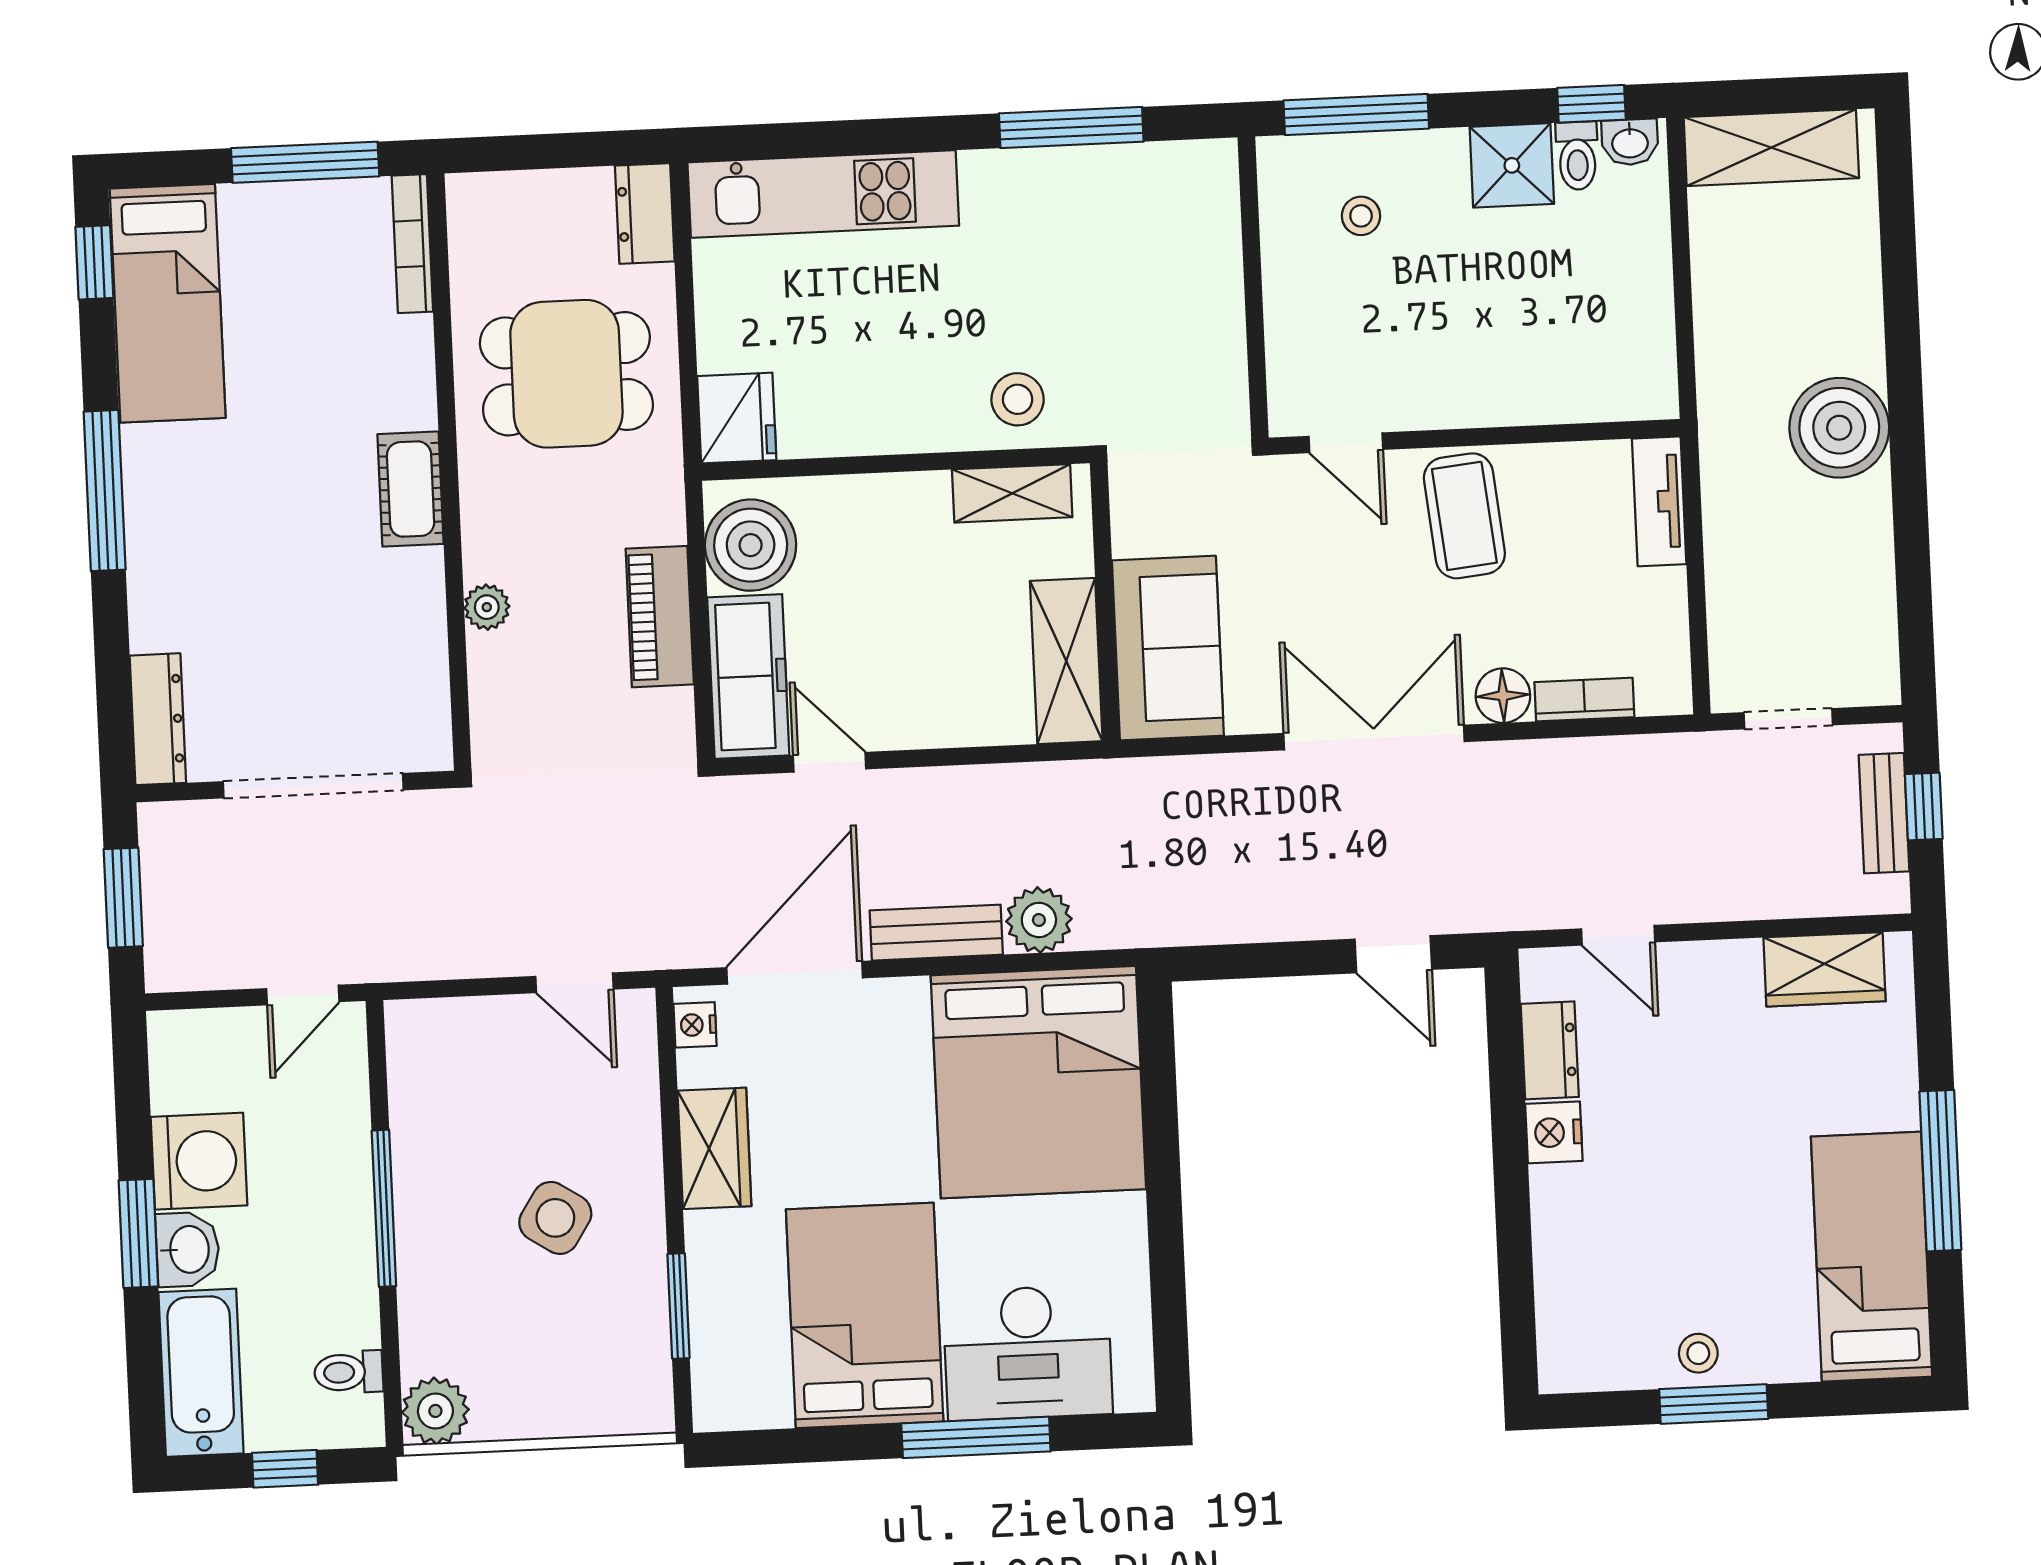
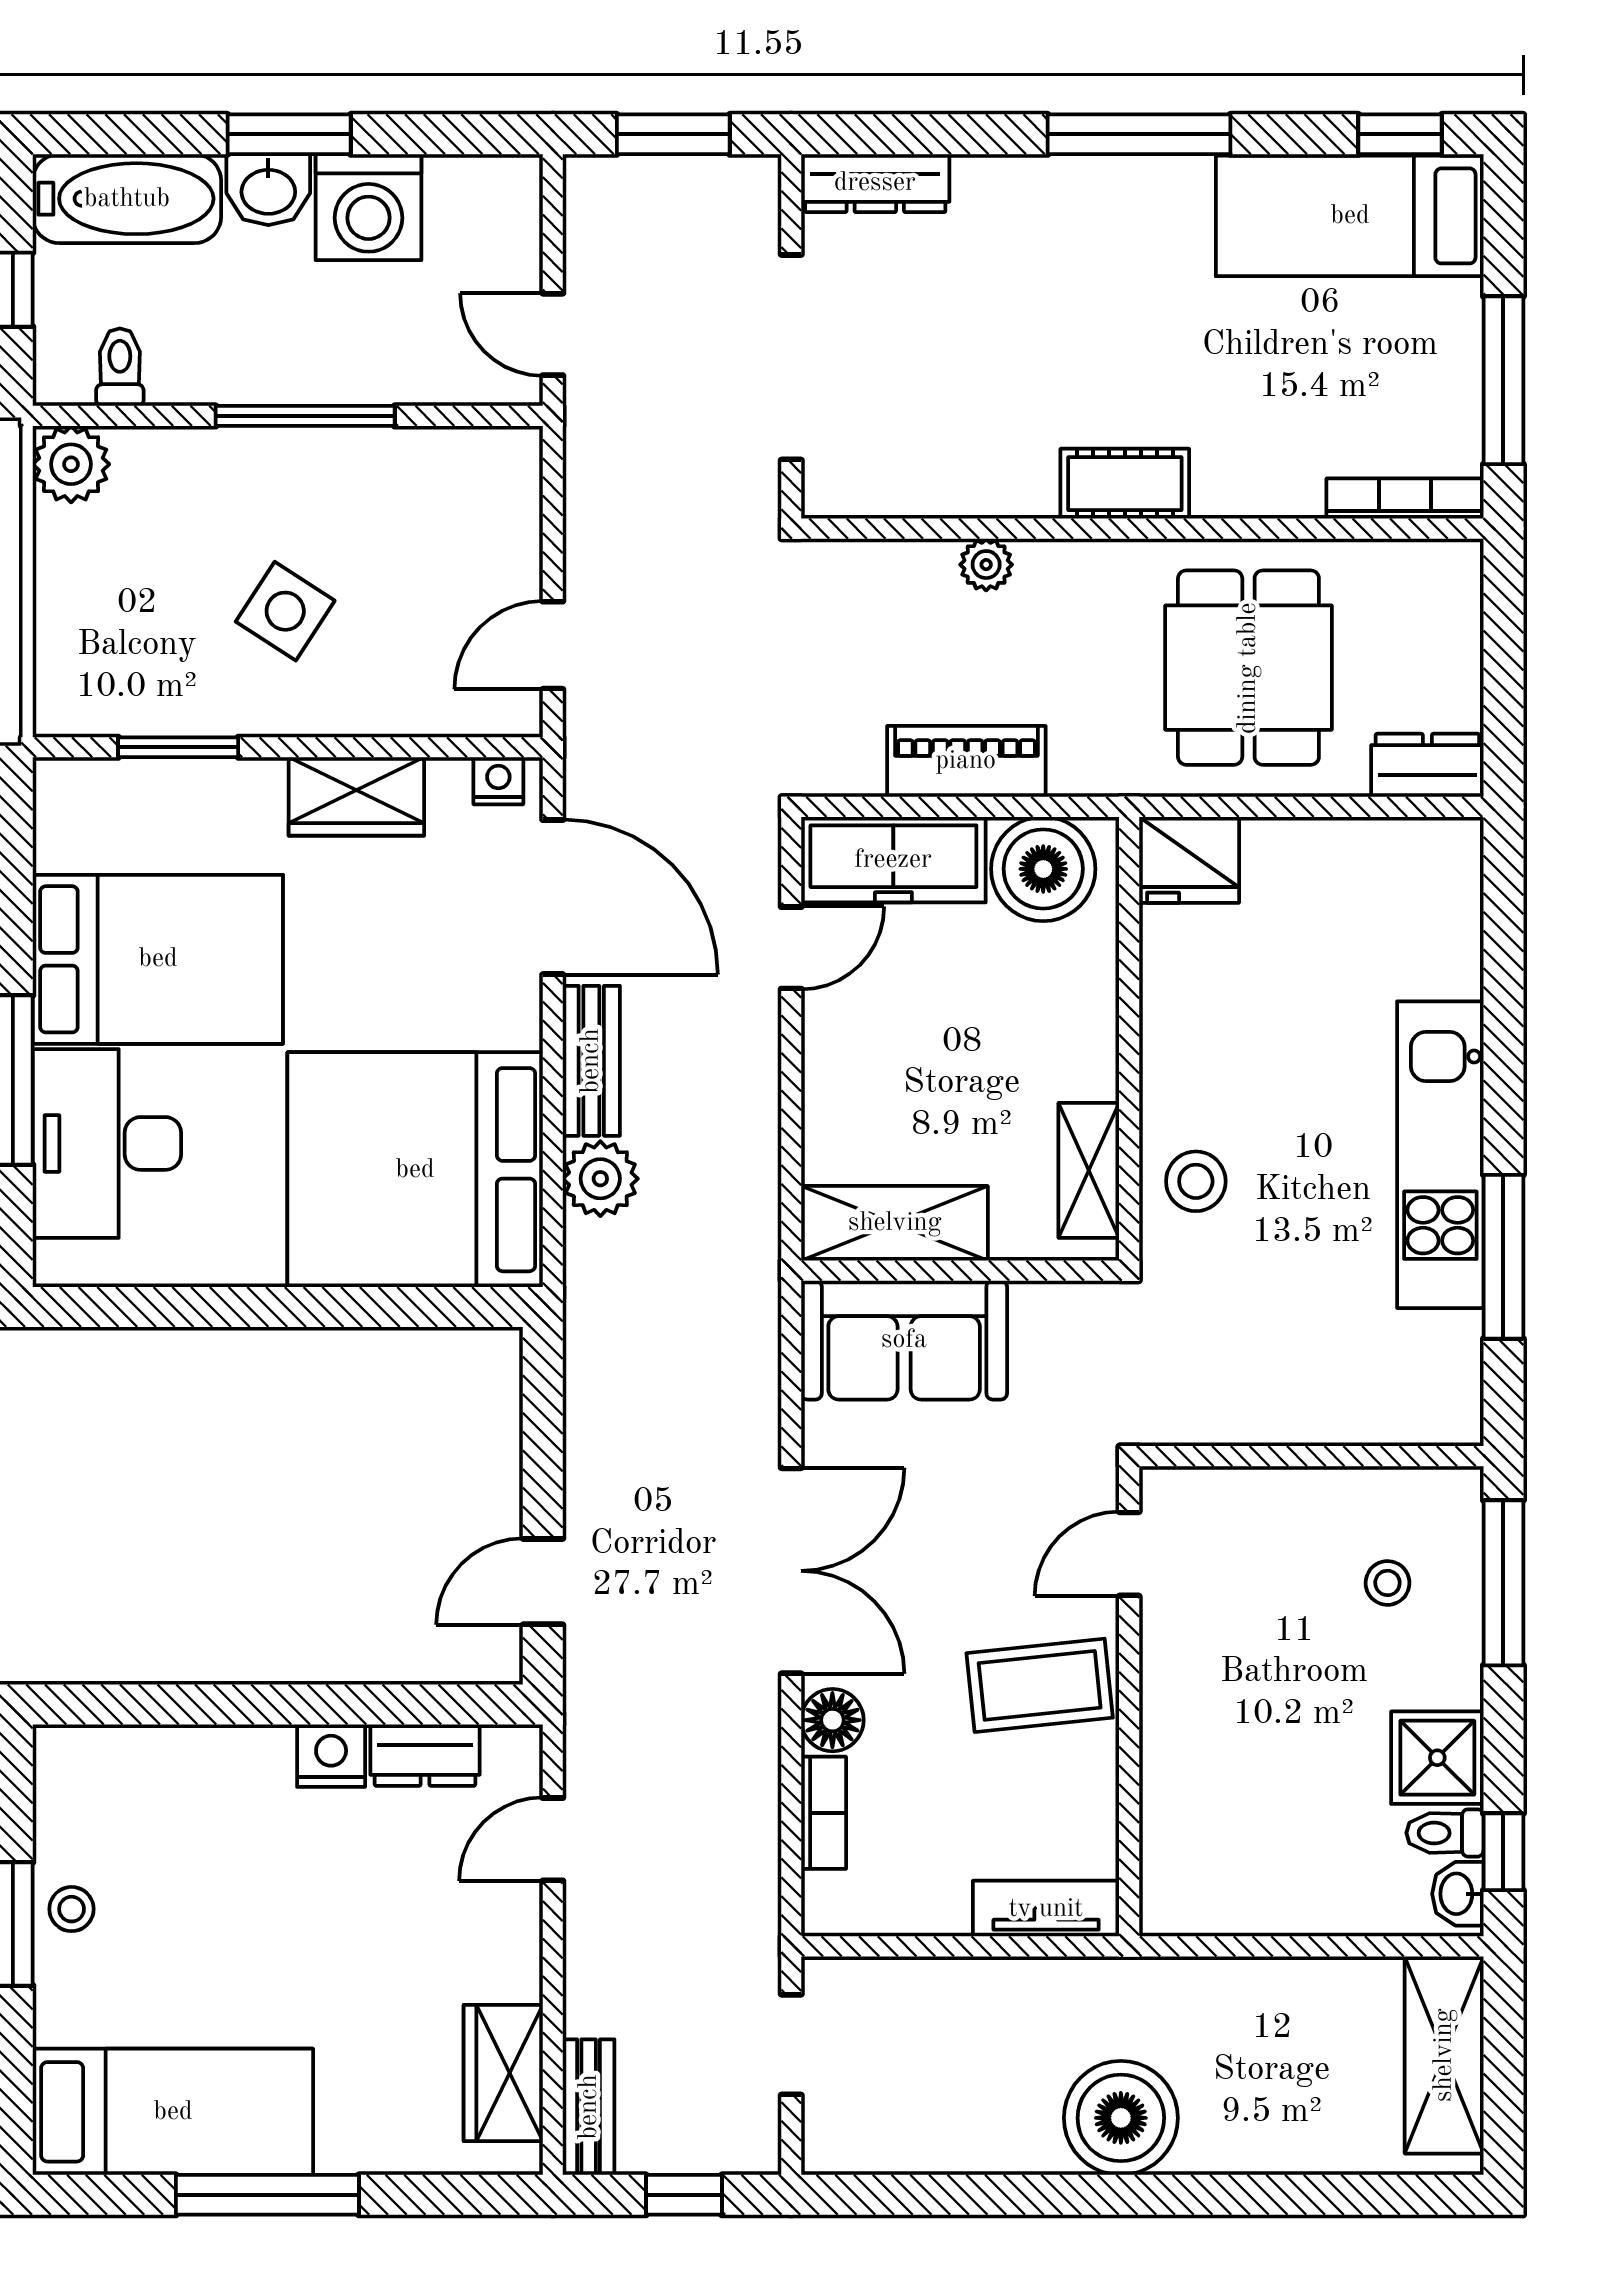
kitchen unit: (823, 194) -> (1440, 1155), moved
bench: (1884, 813) -> (589, 2107), moved, turned 90

